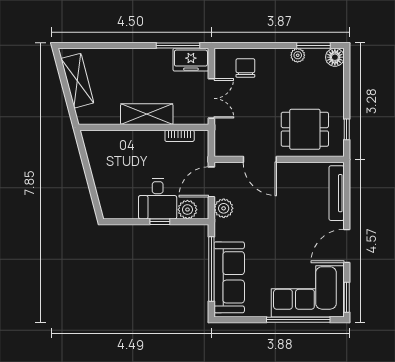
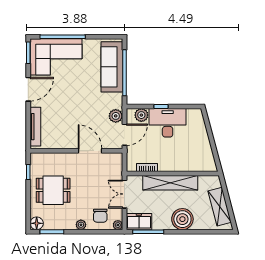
plant: (221, 55) -> (118, 225), added
plant: (298, 55) -> (81, 225), moved
boiler: (130, 63) -> (182, 219), added
shelving: (147, 114) -> (170, 183), width x1.47
dining table: (305, 129) -> (53, 190), moved
desk: (158, 199) -> (168, 123), width x1.37

